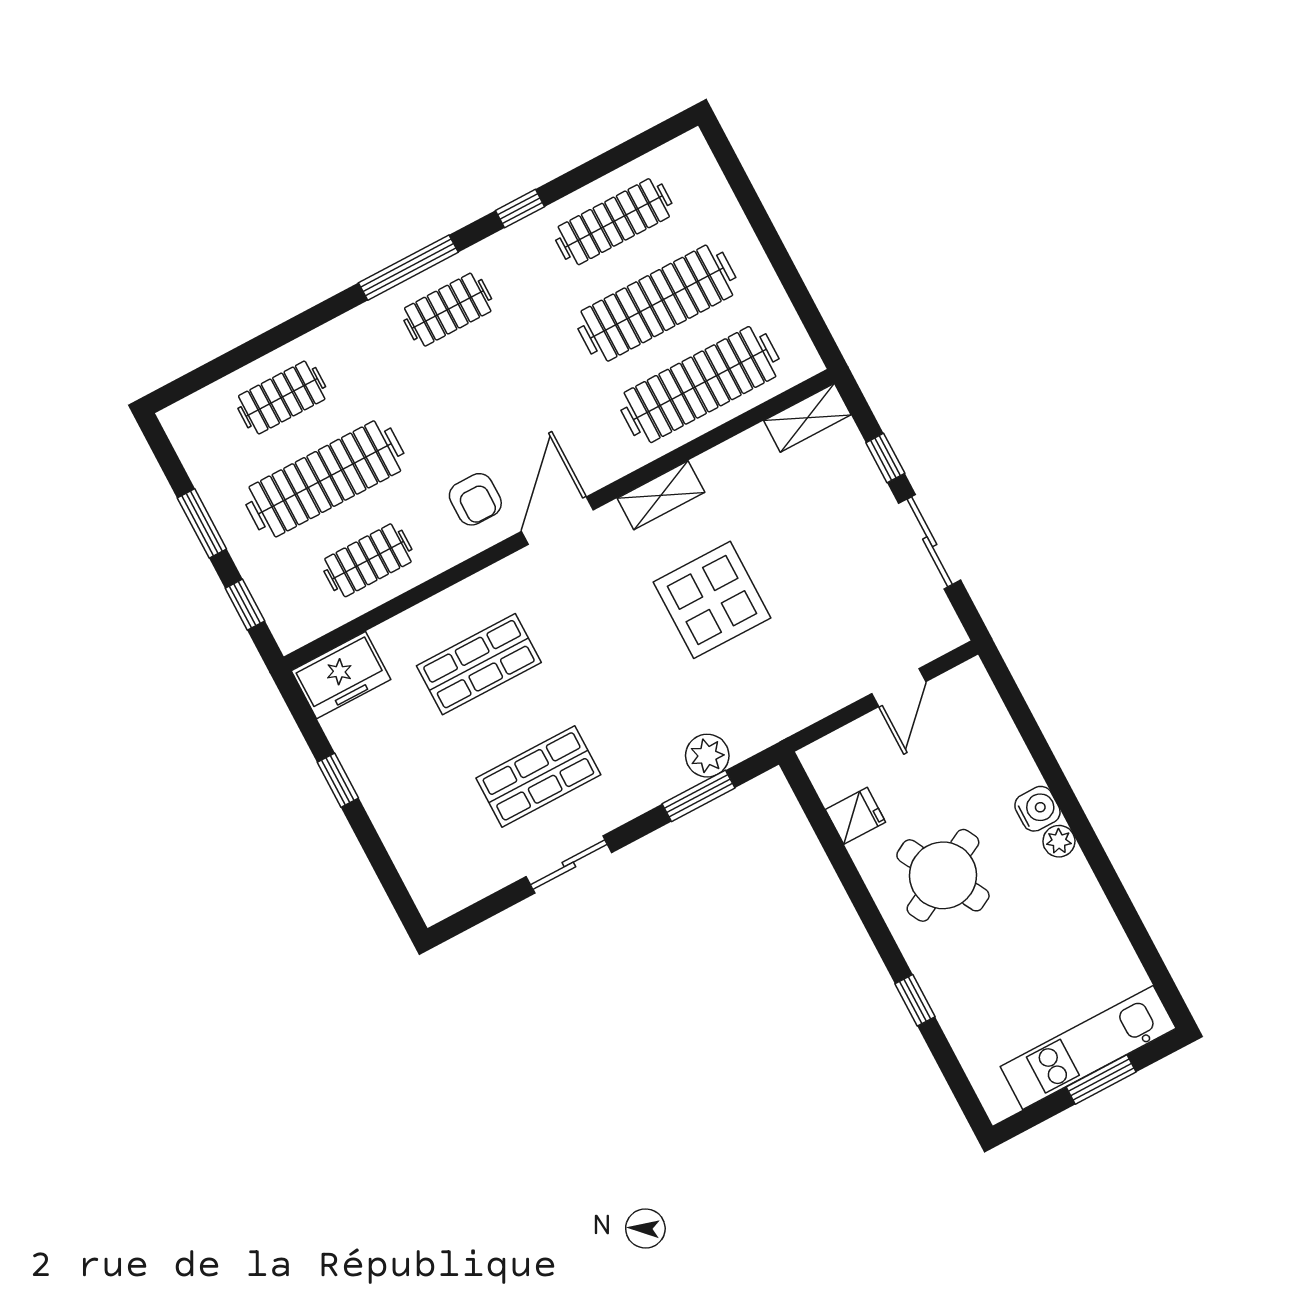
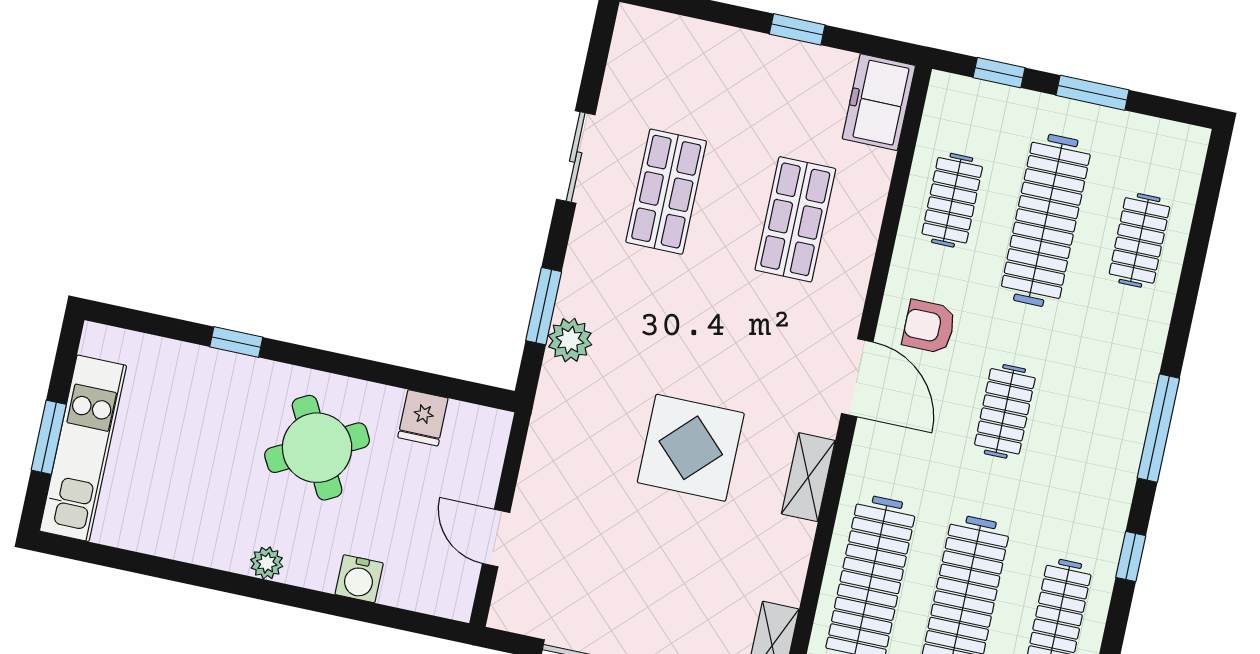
clothes rail: (448, 310) -> (1005, 411), moved
water cooler: (1037, 809) -> (359, 579), moved

